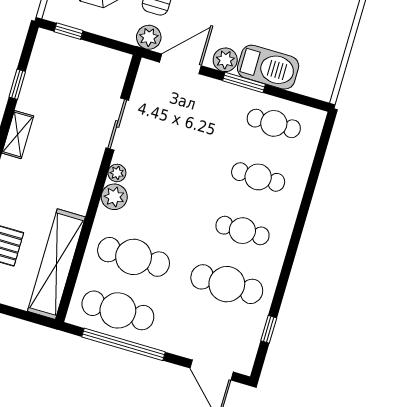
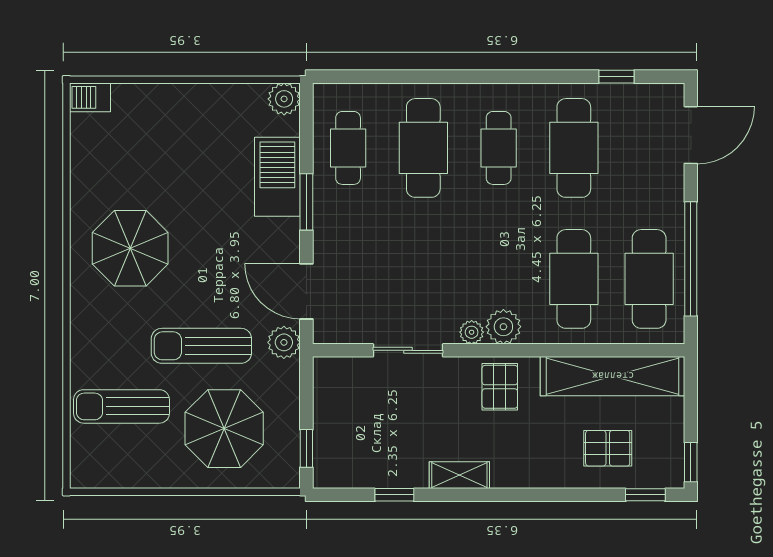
plant: (225, 60) -> (284, 99), moved
cafe table: (258, 177) -> (423, 148), width x1.37, depth x1.35
pallet: (72, 182) -> (500, 387), added

